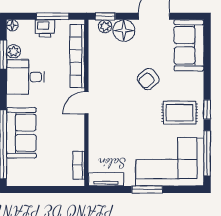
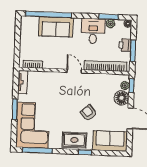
window: (207, 109) -> (85, 152), moved
rug: (179, 113) -> (74, 140), moved, turned 90

